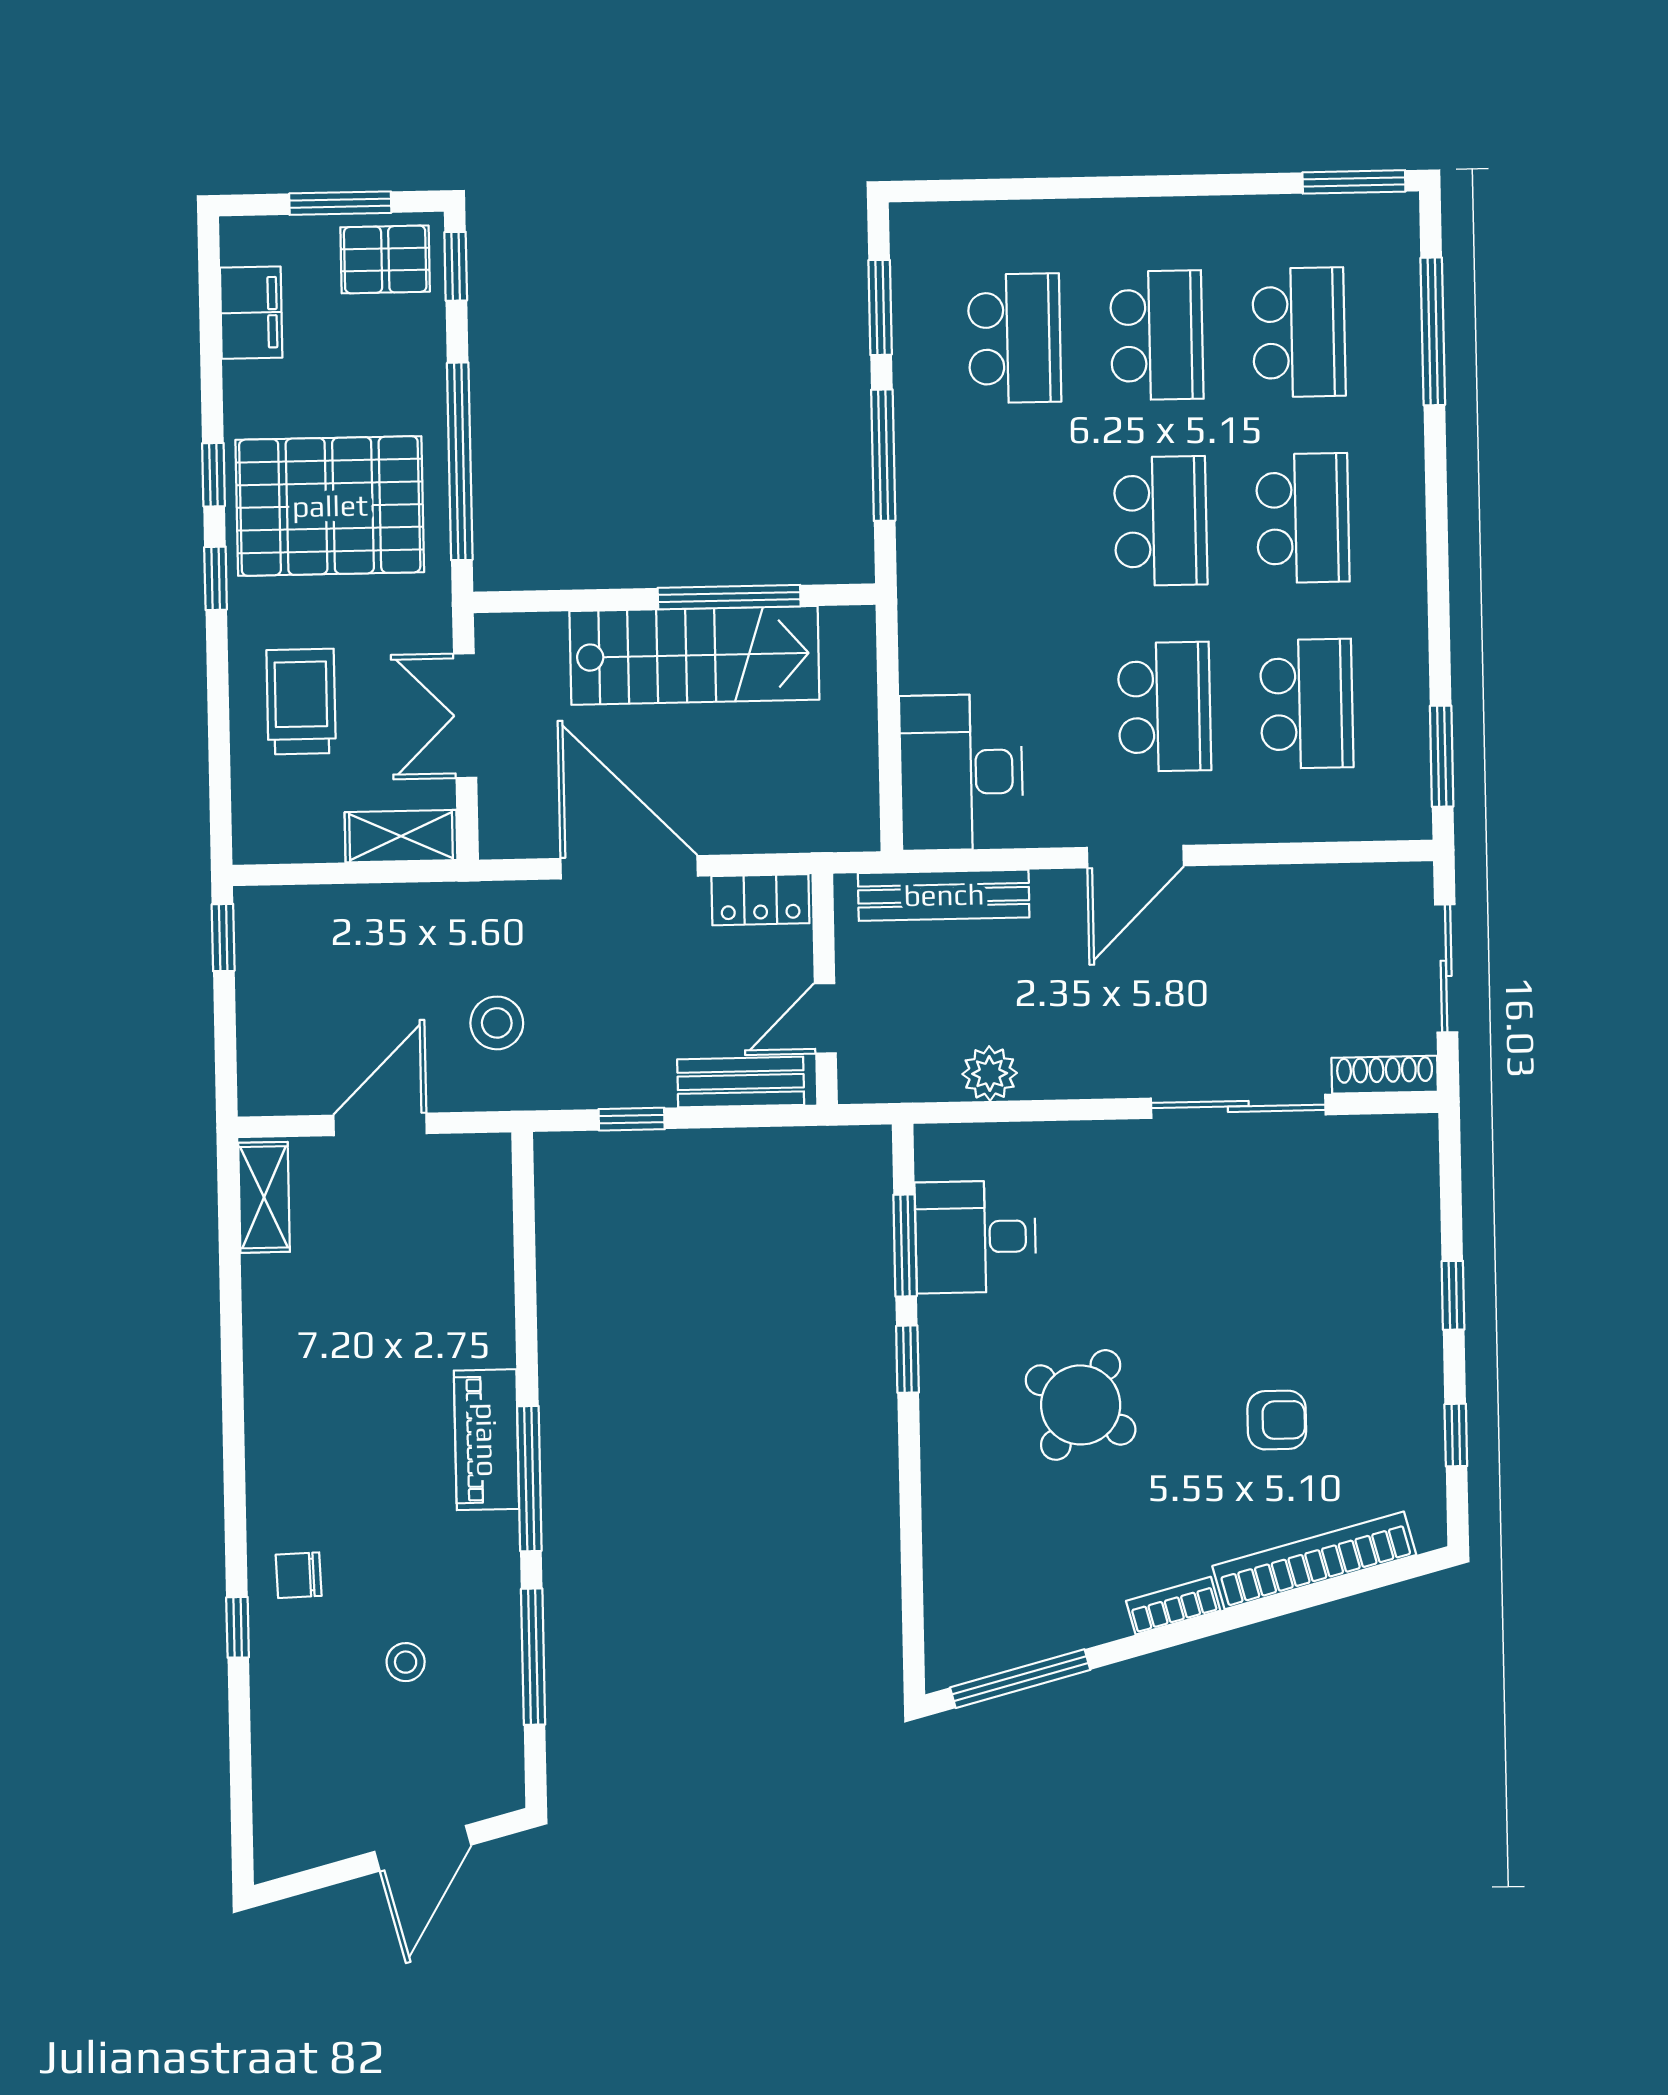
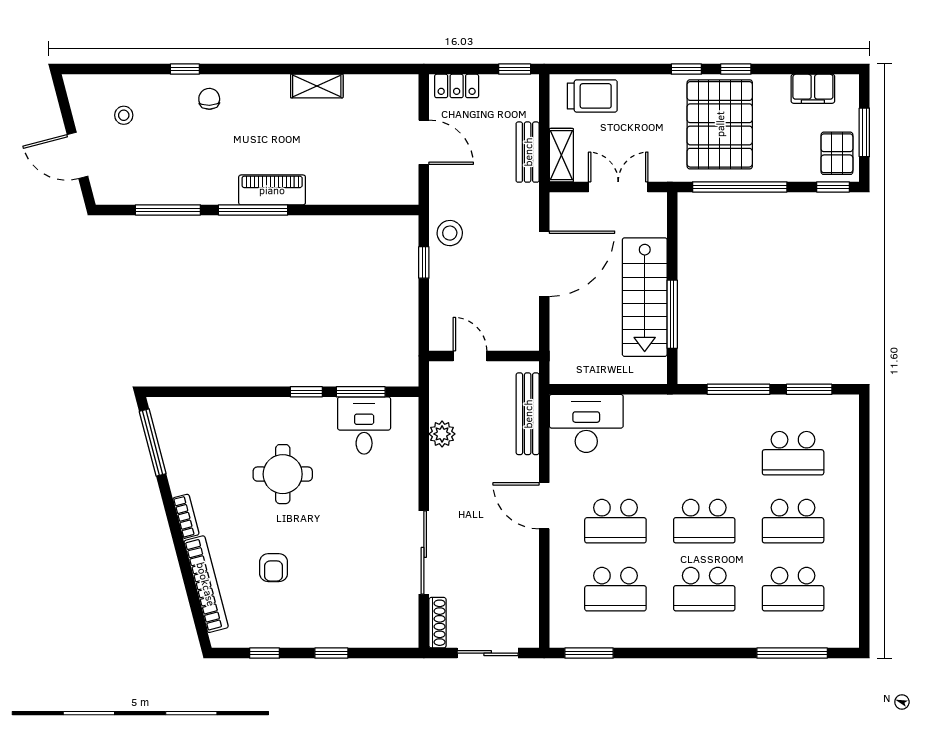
window: (1354, 182) -> (864, 617), removed
trolley: (301, 702) -> (592, 96), moved
locker: (760, 900) -> (457, 86), moved, turned -90
stool: (497, 1023) -> (450, 233), moved
bench: (741, 1082) -> (528, 152), moved
shelving: (264, 1197) -> (317, 86), moved
round table: (1081, 1405) -> (283, 474), turned -33
stool: (406, 1662) -> (124, 115), moved

